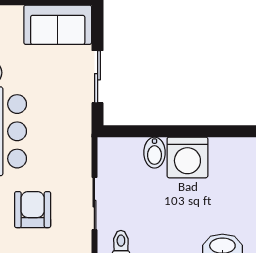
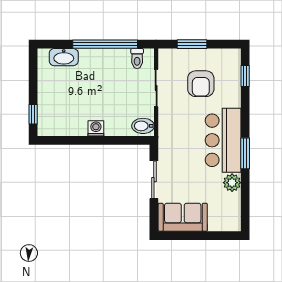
bidet: (155, 153) -> (143, 126), moved, turned -90
washing machine: (187, 157) -> (96, 128), width x0.53, depth x0.53

